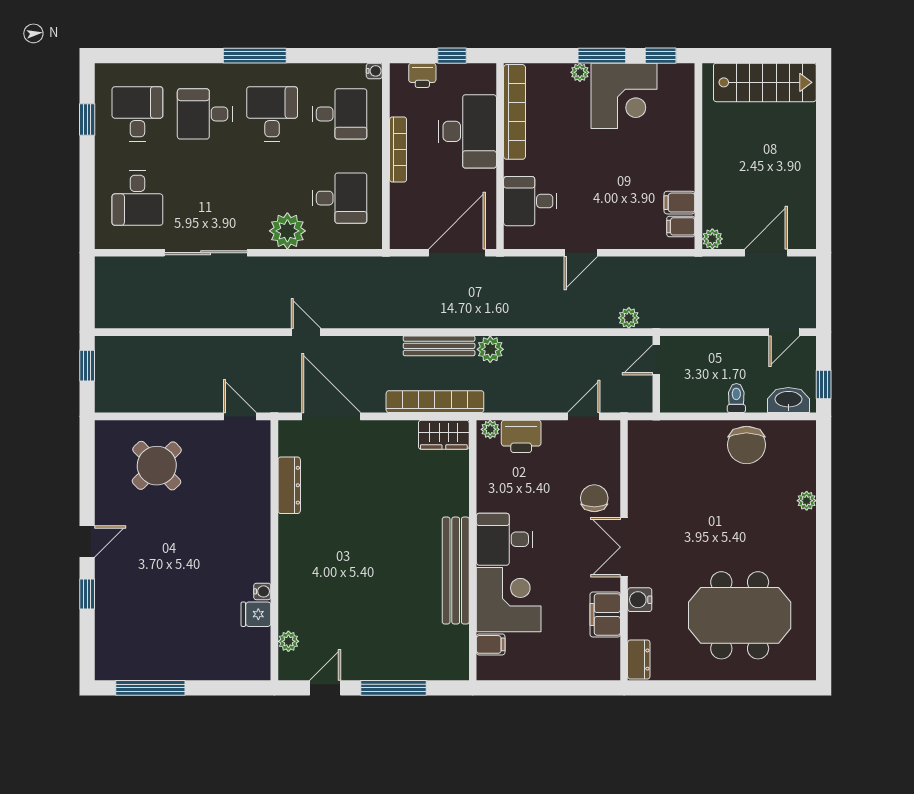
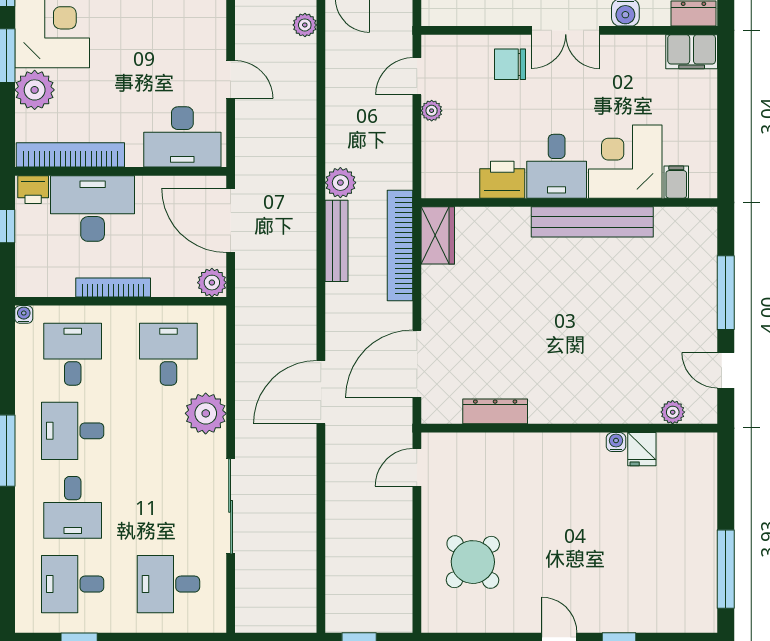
plant: (580, 72) -> (35, 90), width x1.88, depth x1.88
printer: (422, 75) -> (33, 190), moved, turned 90
desk: (137, 198) -> (168, 584), turned 180
desk: (530, 201) -> (182, 137), width x1.37
plant: (402, 236) -> (212, 283), added
door: (306, 332) -> (321, 392), width x1.87
door: (584, 416) -> (417, 76), hinge flipped
plant: (490, 429) -> (432, 111), moved
printer: (521, 436) -> (502, 180), moved, turned -90
filing cabinet: (605, 615) -> (692, 52), moved

